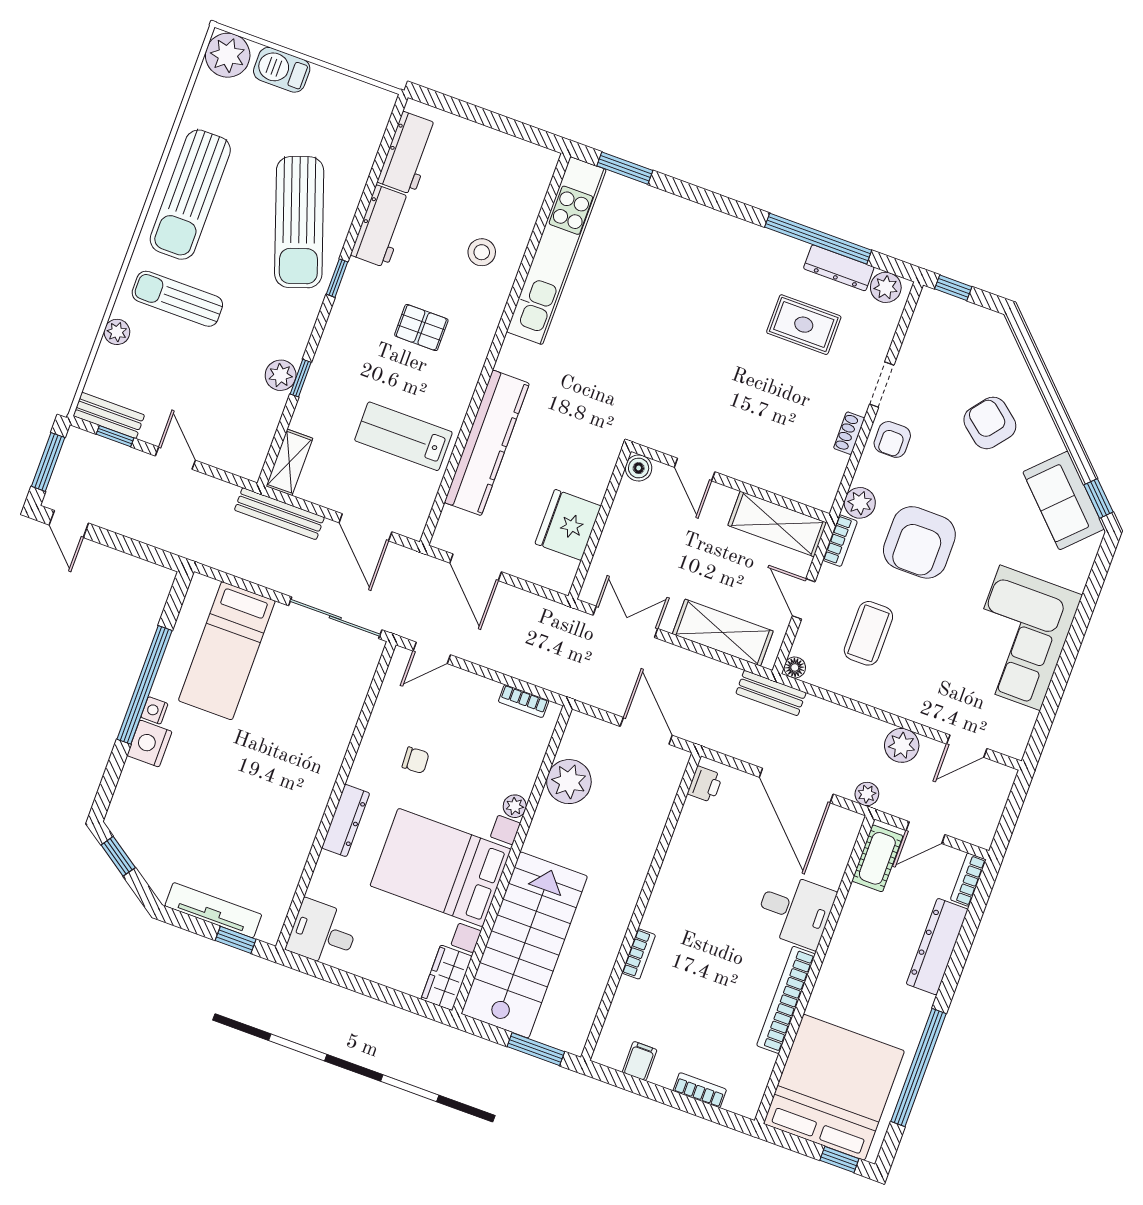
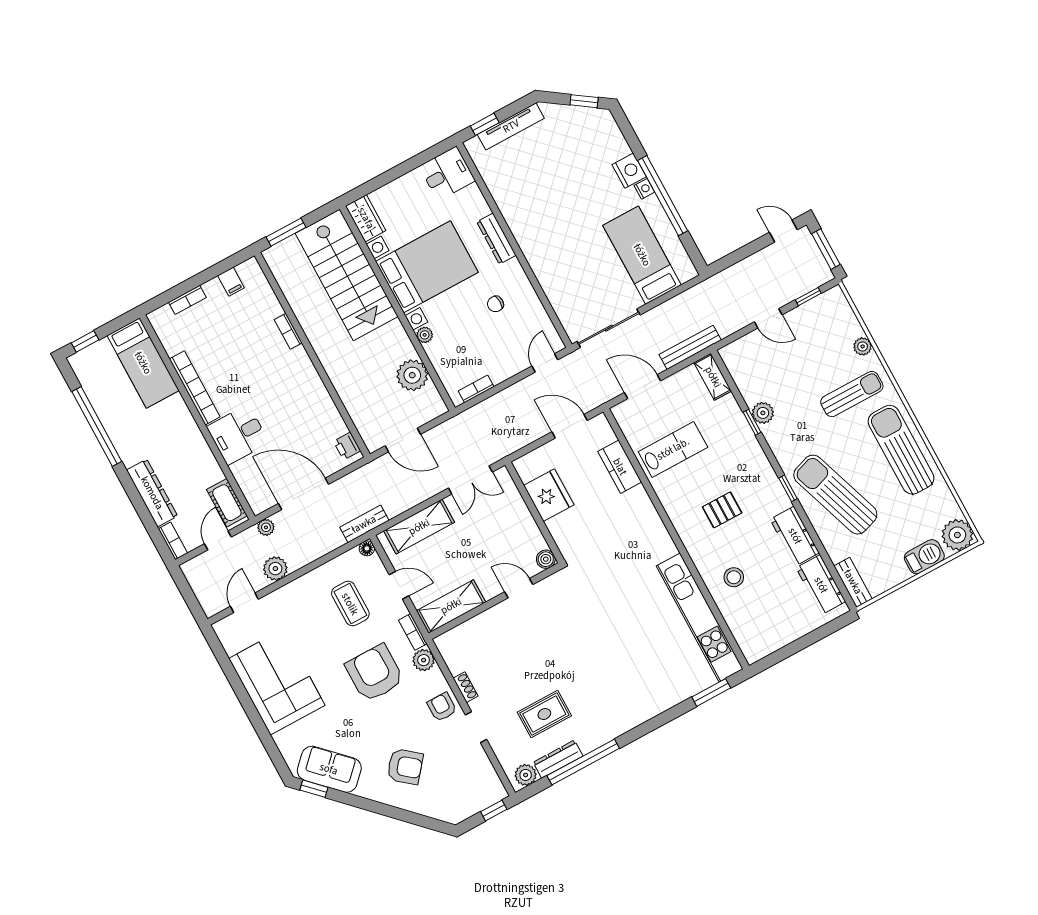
bench: (109, 415) -> (853, 582), moved, turned 90
kitchen counter: (487, 443) -> (620, 467), width x0.48, depth x0.86
bed: (834, 1087) -> (143, 363), width x0.49

